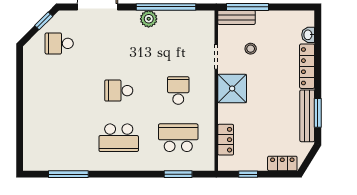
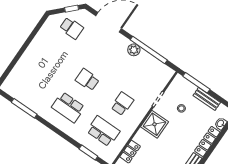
bench: (236, 17) -> (207, 99), moved
school desk: (59, 43) -> (72, 28), turned 180

